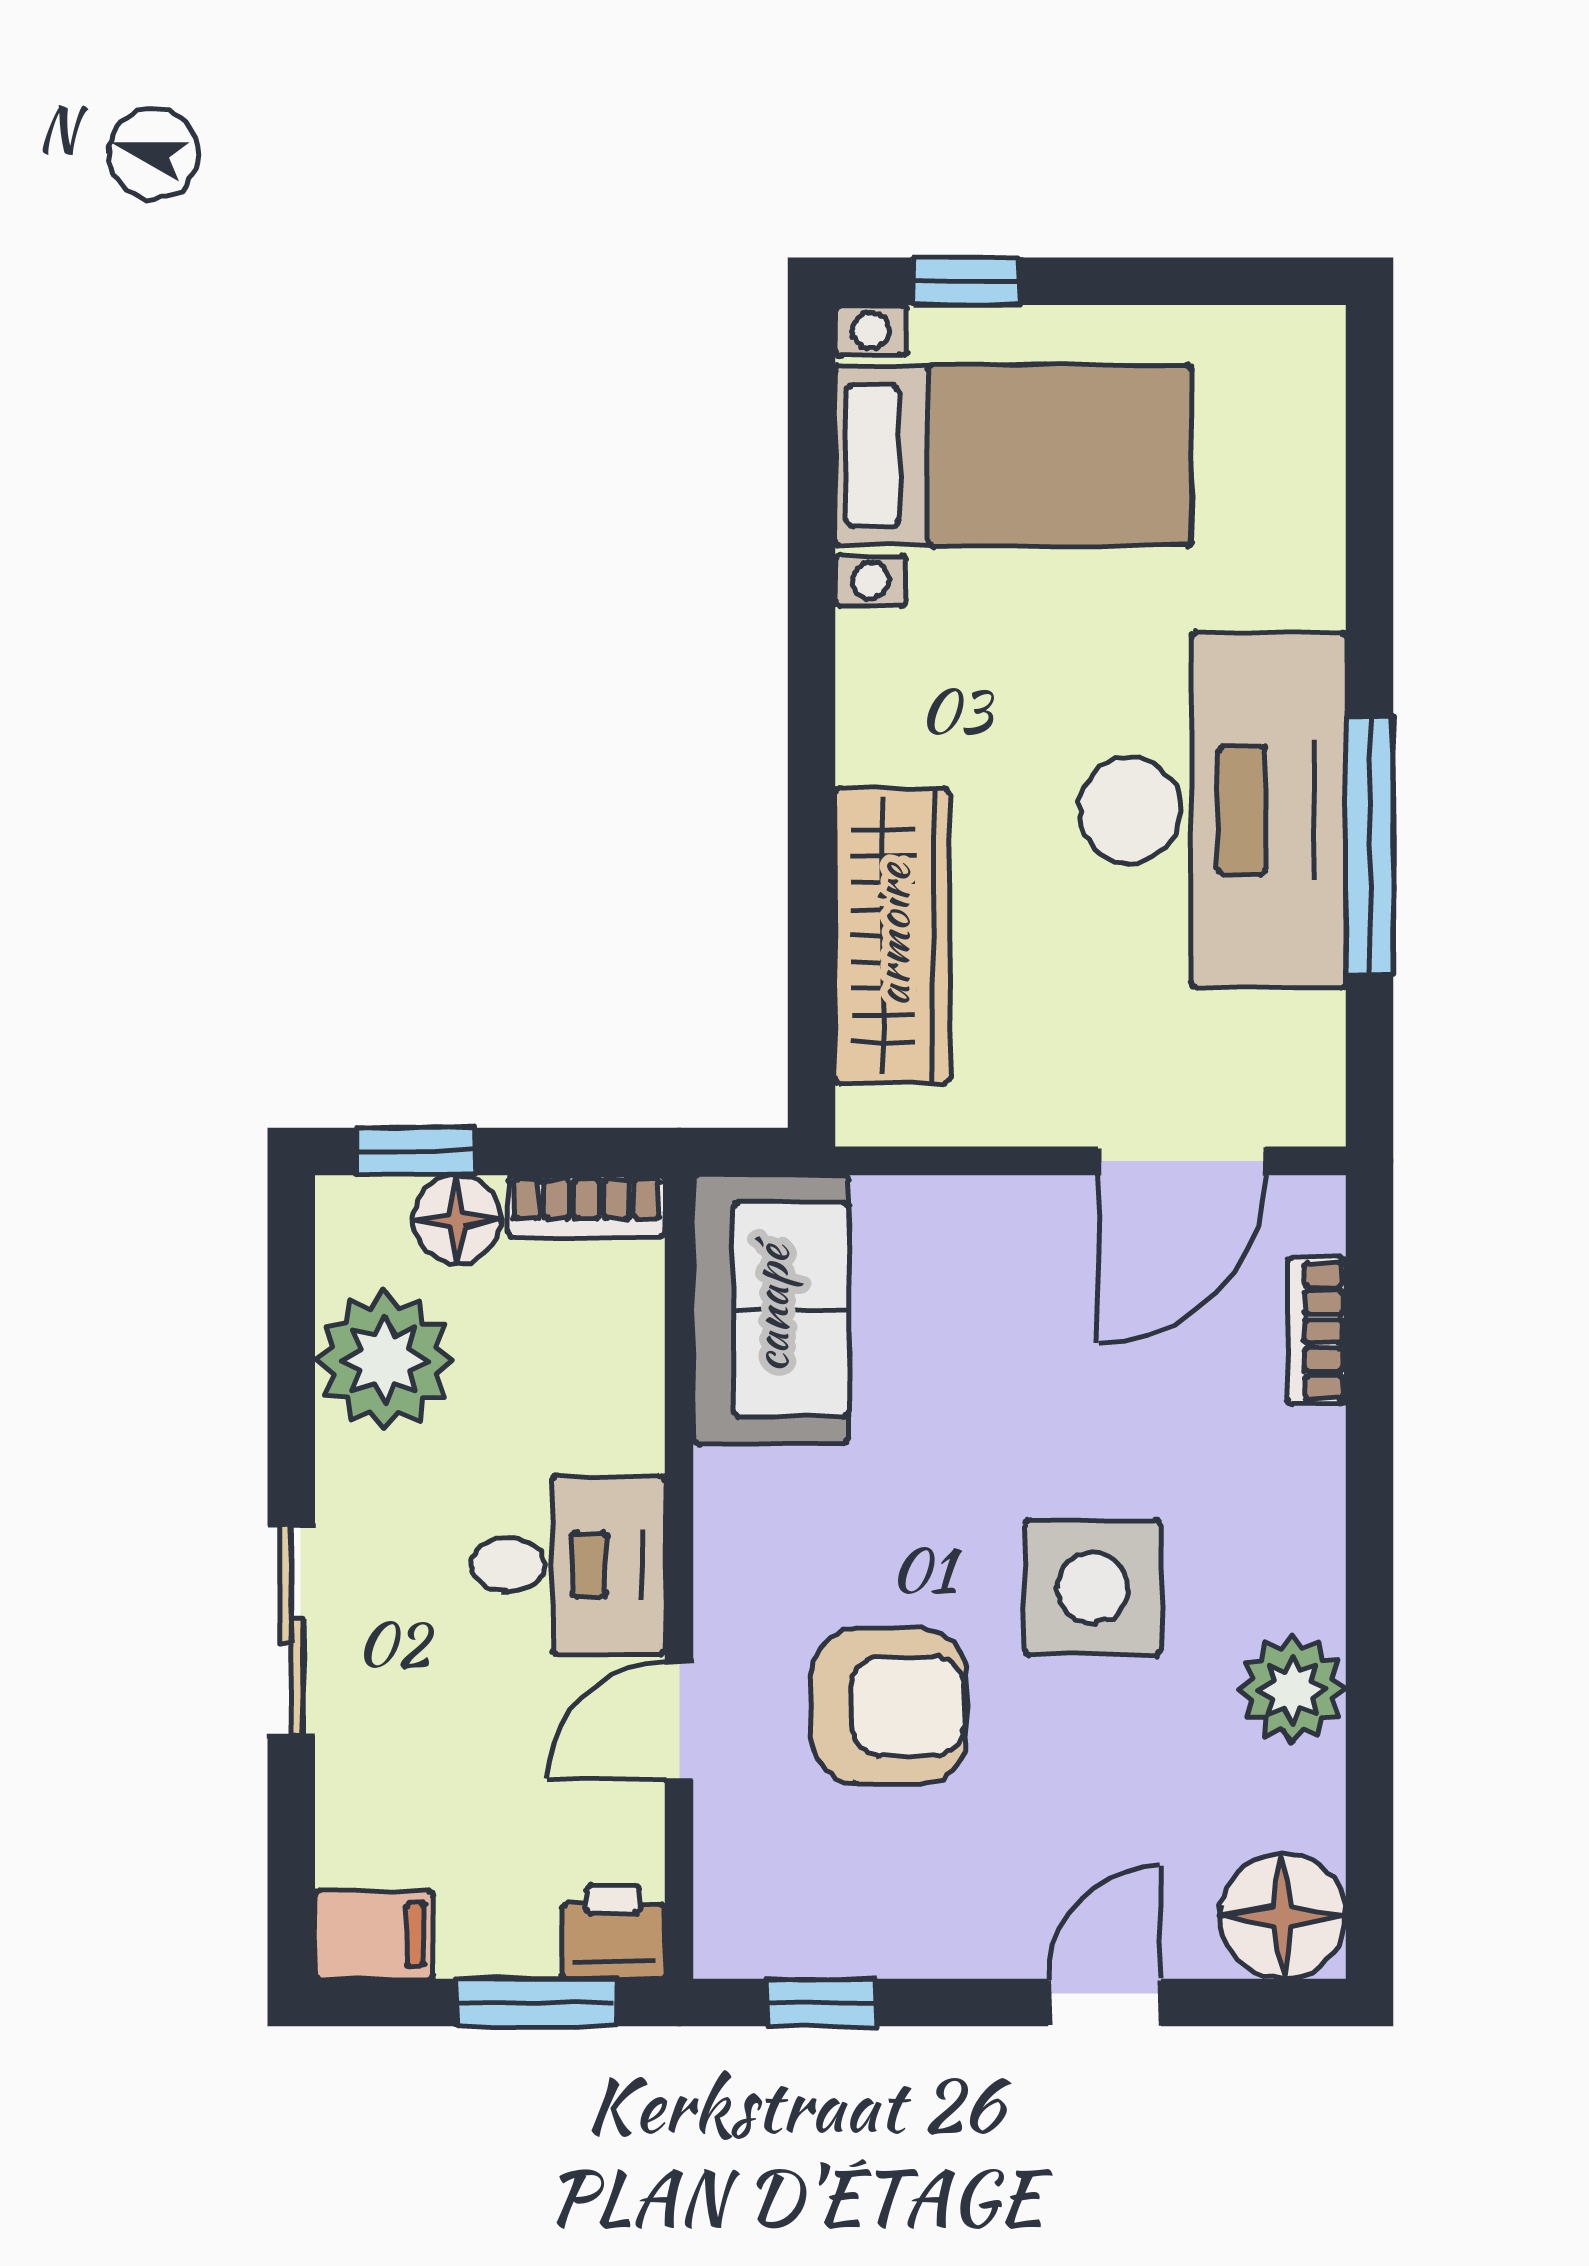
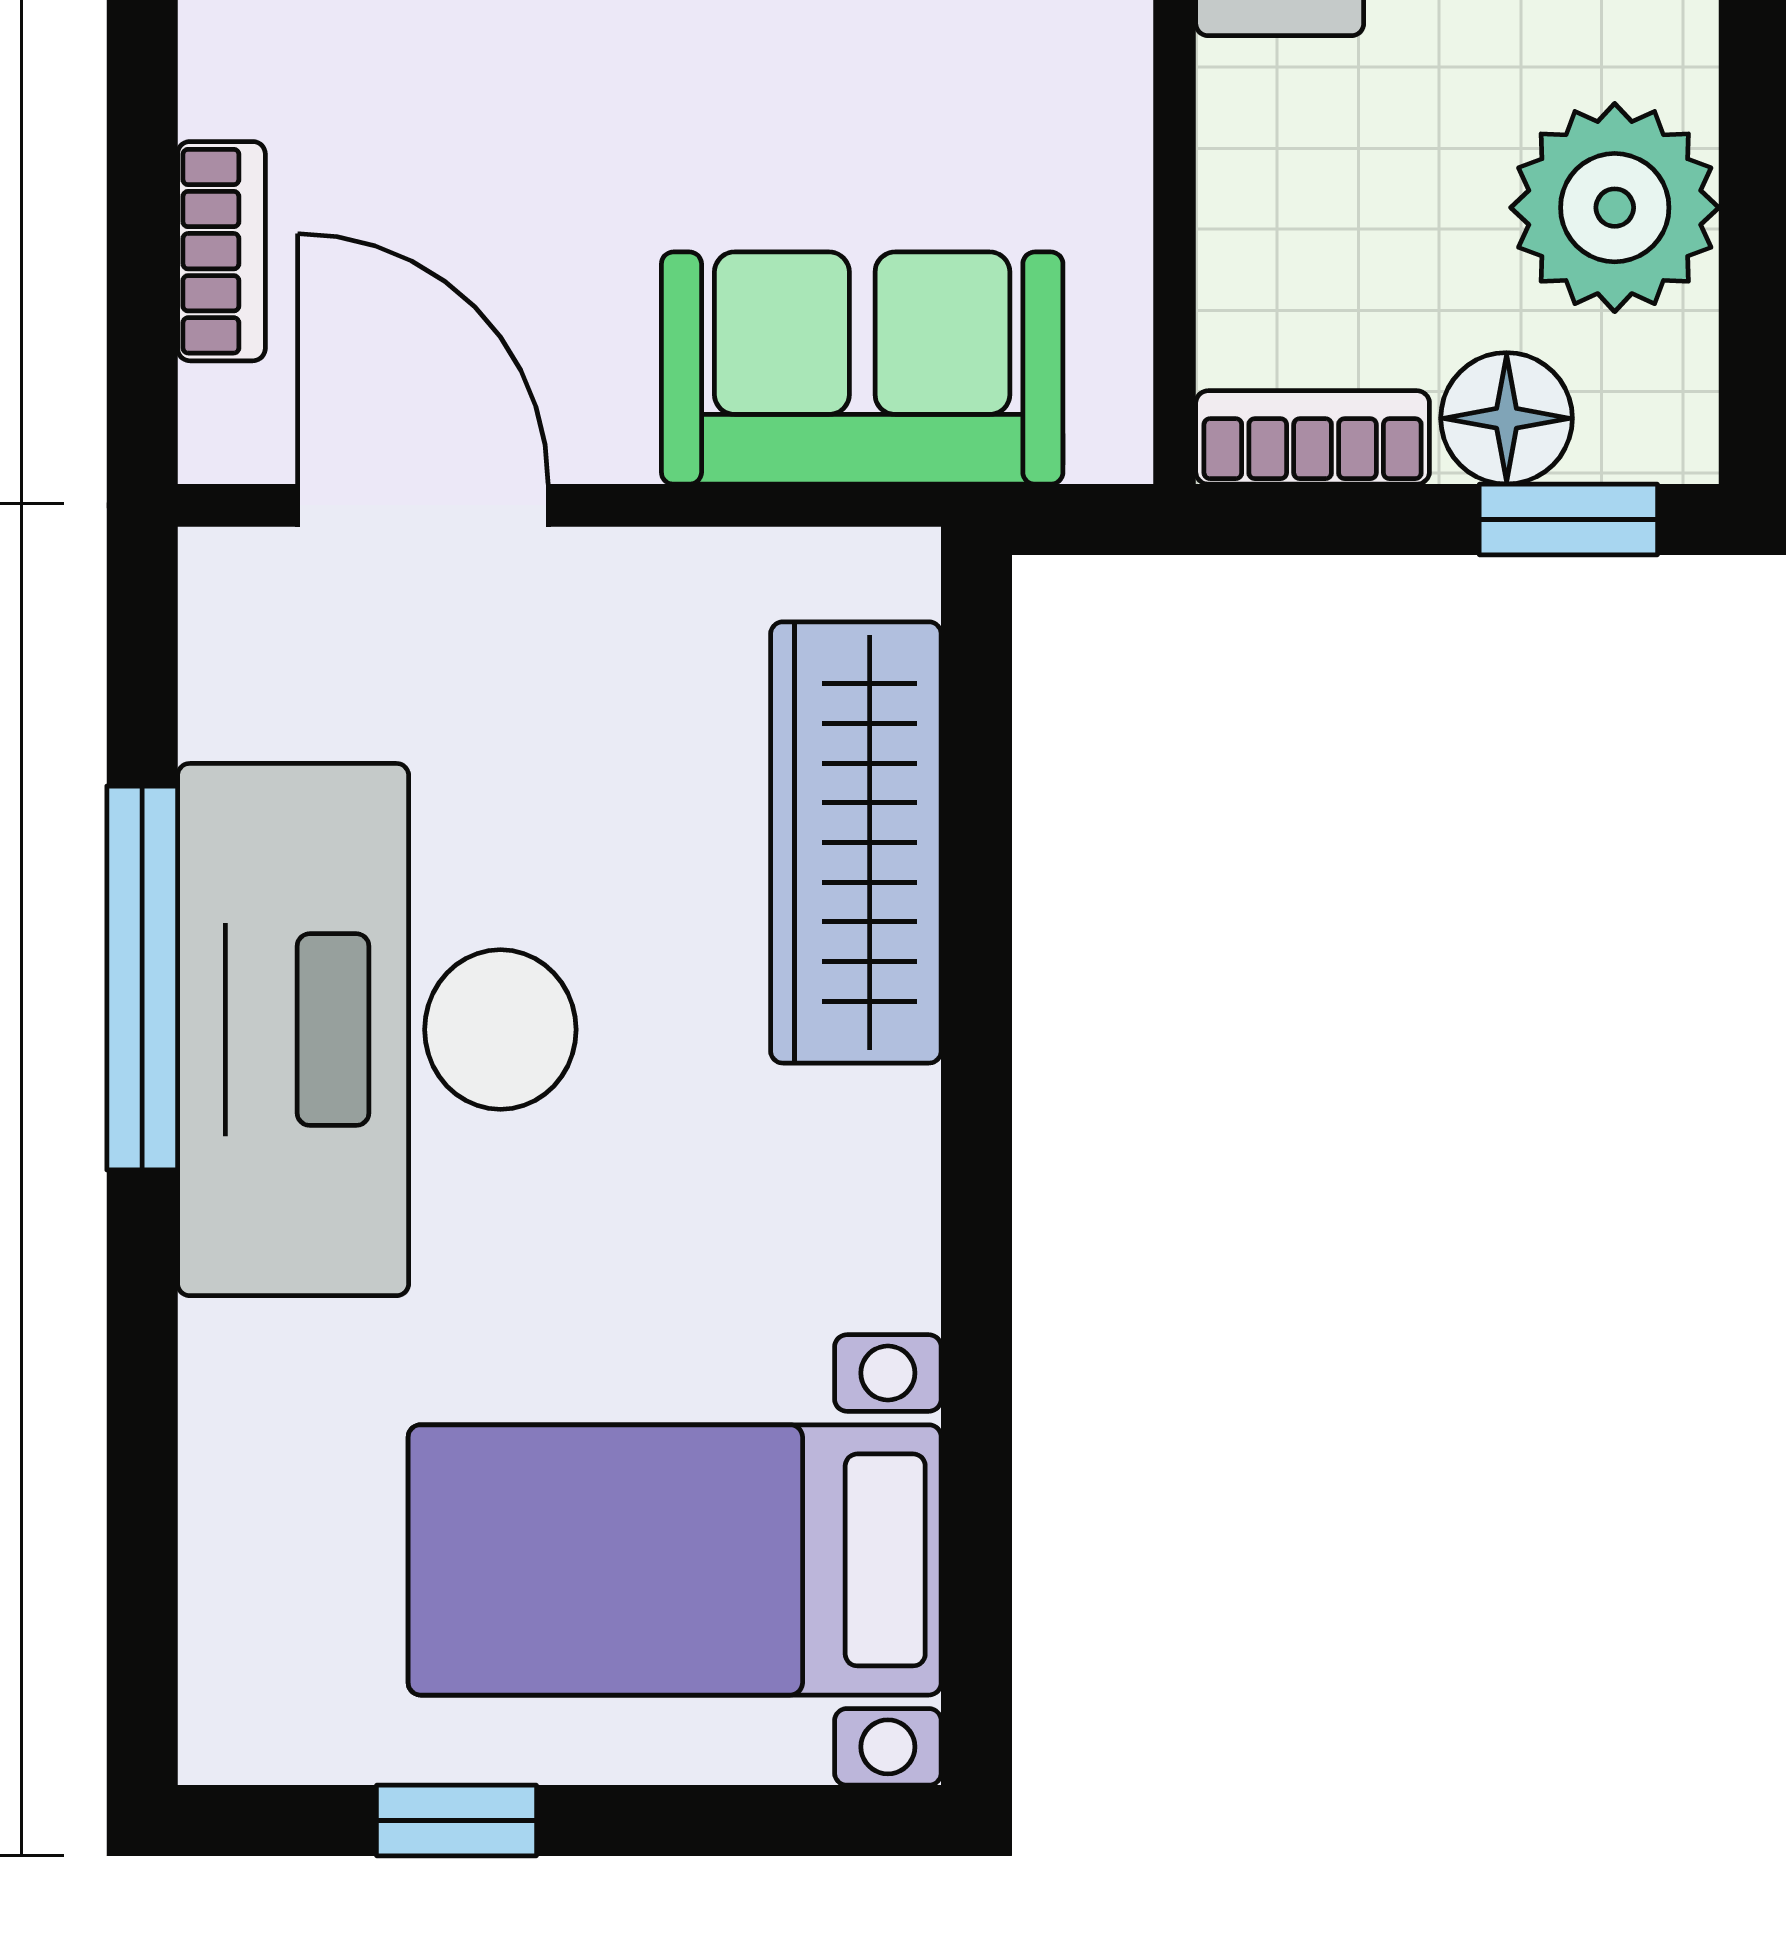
window: (966, 281) -> (456, 1821), moved
door: (1182, 1161) -> (423, 505), hinge flipped
sofa: (771, 1309) -> (862, 368), moved, turned 90

